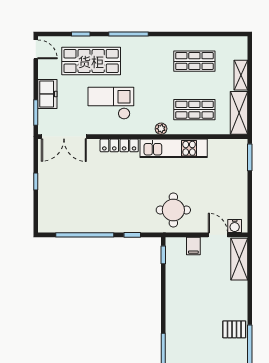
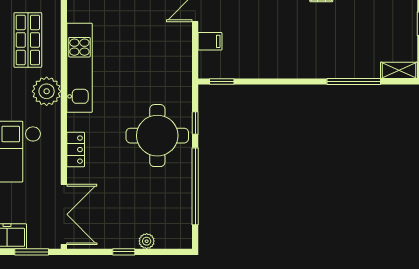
plant: (161, 129) -> (47, 91), width x1.87, depth x1.87
locker: (119, 145) -> (76, 150), width x0.66
plant: (44, 199) -> (147, 241), added
round table: (173, 210) -> (157, 136), moved, width x1.36, depth x1.36

